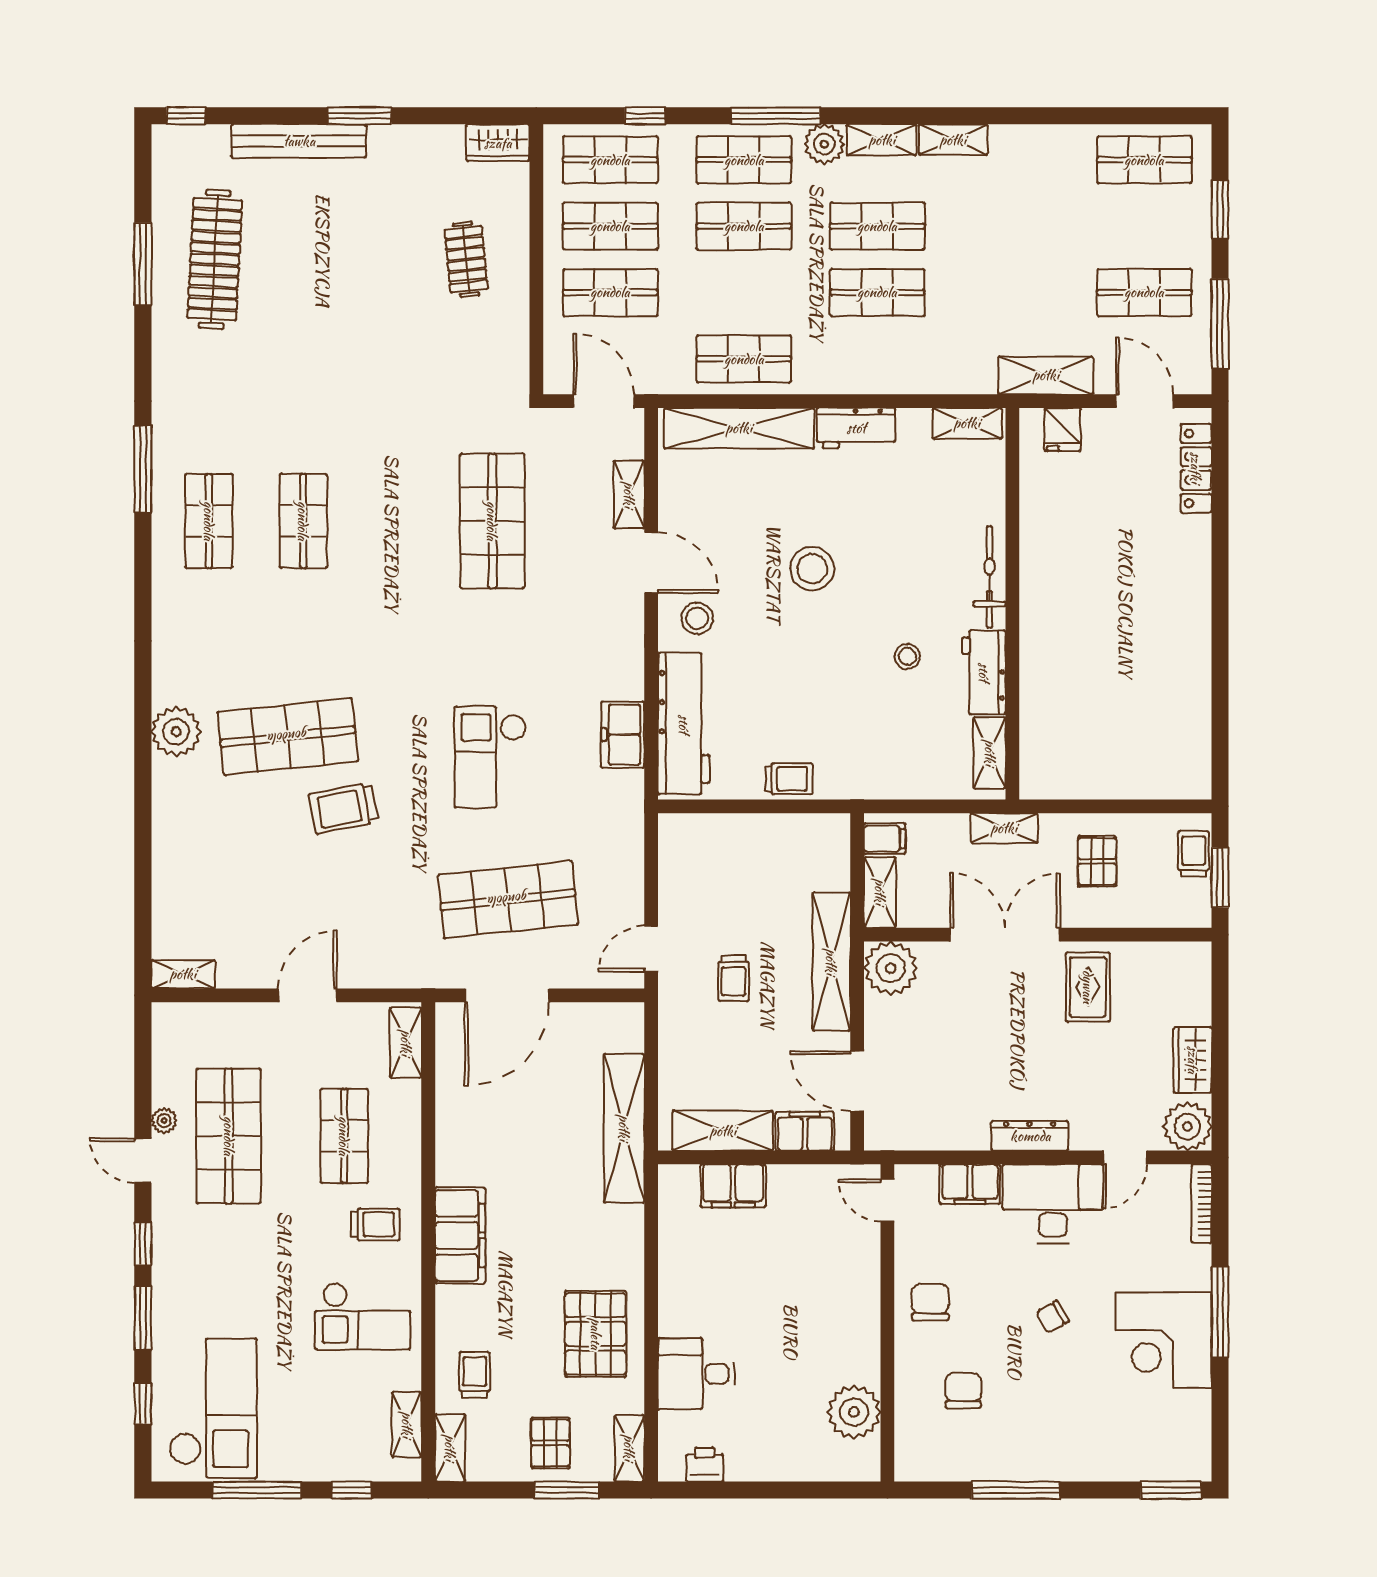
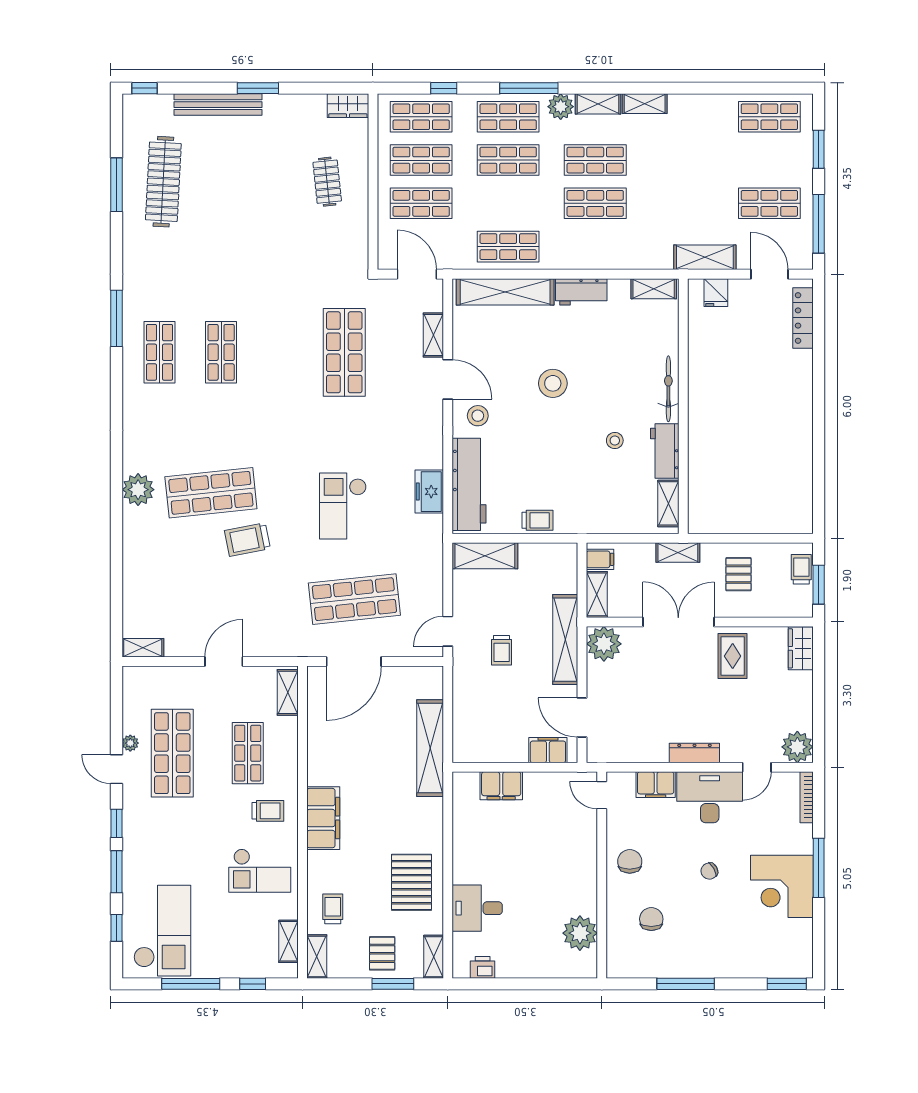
wardrobe: (1193, 1060) -> (801, 648), moved
shelving: (723, 1131) -> (485, 556), moved

